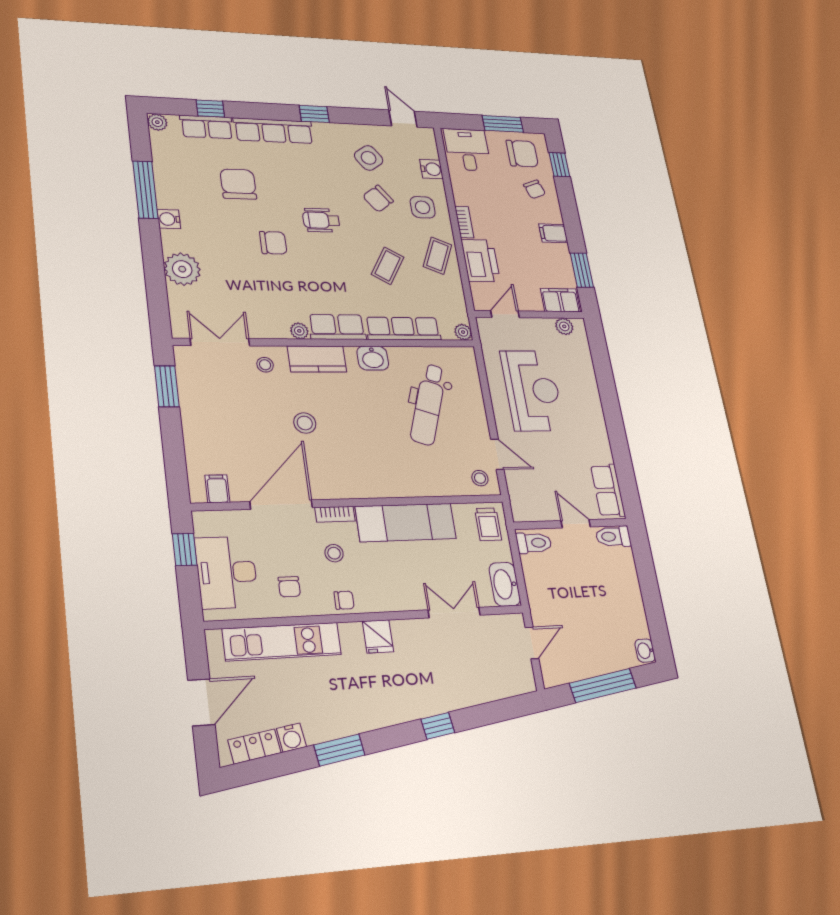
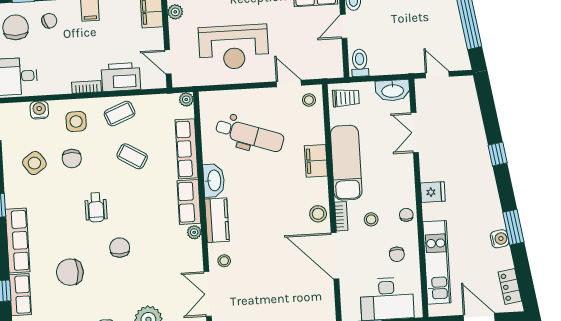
chair: (378, 199) -> (72, 159), turned 37
coffee table: (437, 256) -> (120, 114), turned -45
washbasin: (373, 358) -> (214, 180), width x1.38
reception desk: (532, 391) -> (234, 47), turned 180
stool: (305, 423) -> (318, 214), moved
door: (497, 454) -> (289, 84), hinge flipped
filing cabinet: (217, 489) -> (316, 161), moved, width x2.00
chair: (289, 587) -> (397, 254), turned 90
water cooler: (291, 738) -> (500, 239), moved

